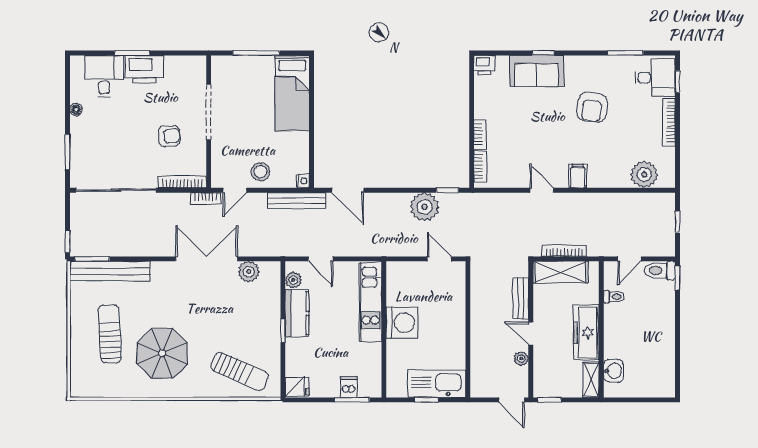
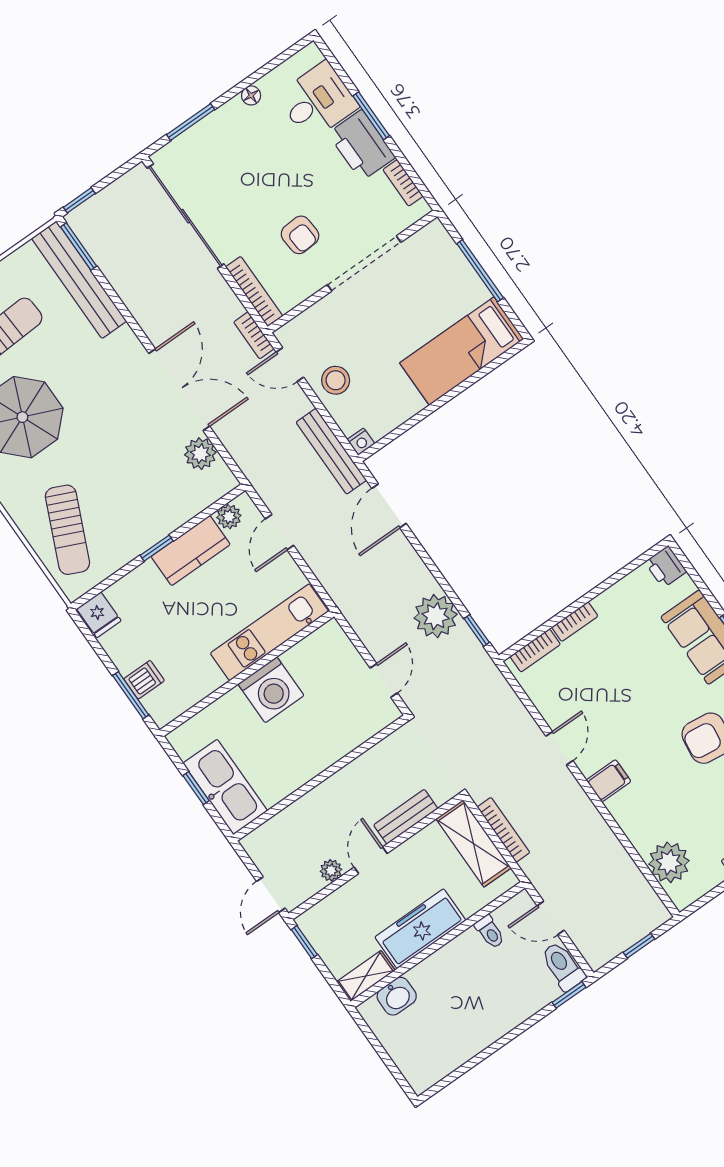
bookcase: (180, 61) -> (403, 183), added

